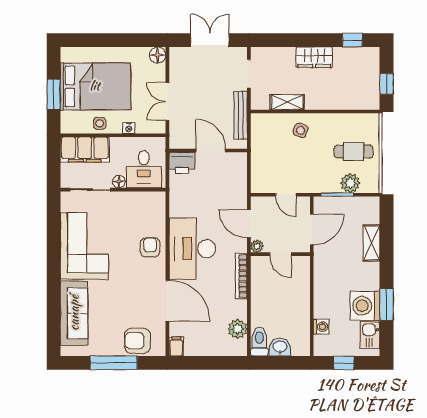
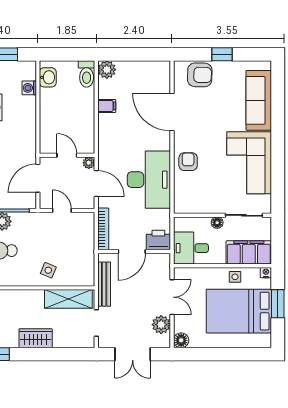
plant: (179, 72) -> (161, 325), added
shelving: (287, 102) -> (68, 299), width x1.50, depth x1.33
nightstand: (129, 128) -> (266, 273), moved
door: (211, 151) -> (132, 252), hinge flipped
desk: (144, 169) -> (191, 248), moved, turned -90
armchair: (150, 247) -> (188, 162), turned 180
desk: (192, 249) -> (149, 180), moved
bookcase: (241, 276) -> (103, 229), moved
plant: (238, 329) -> (107, 70), moved
filing cabinet: (176, 347) -> (107, 106), moved, turned -90
washbasin: (280, 347) -> (48, 77), moved, turned -90
window: (114, 363) -> (222, 54), width x0.46

